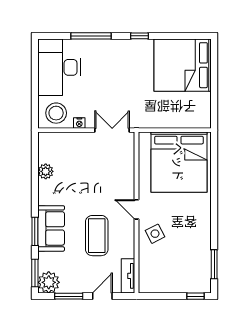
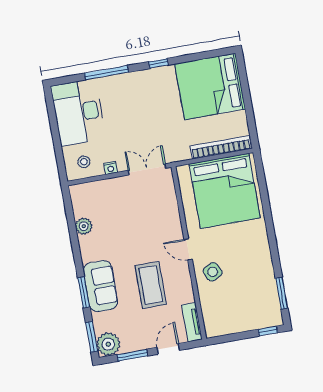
stool: (56, 113) -> (84, 162), width x0.53, depth x0.53
bookcase: (182, 122) -> (221, 147), added

